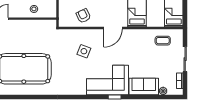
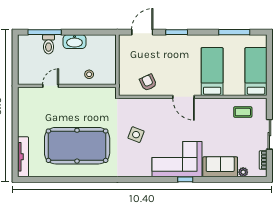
door: (113, 28) -> (183, 97), hinge flipped
side table: (84, 51) -> (136, 135), moved

